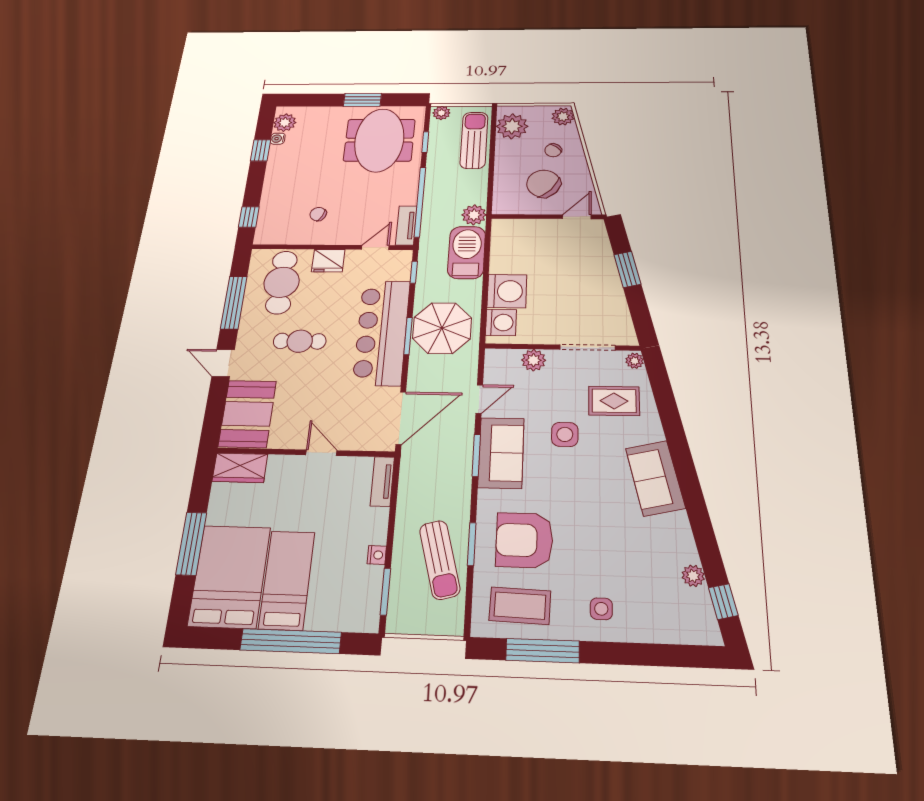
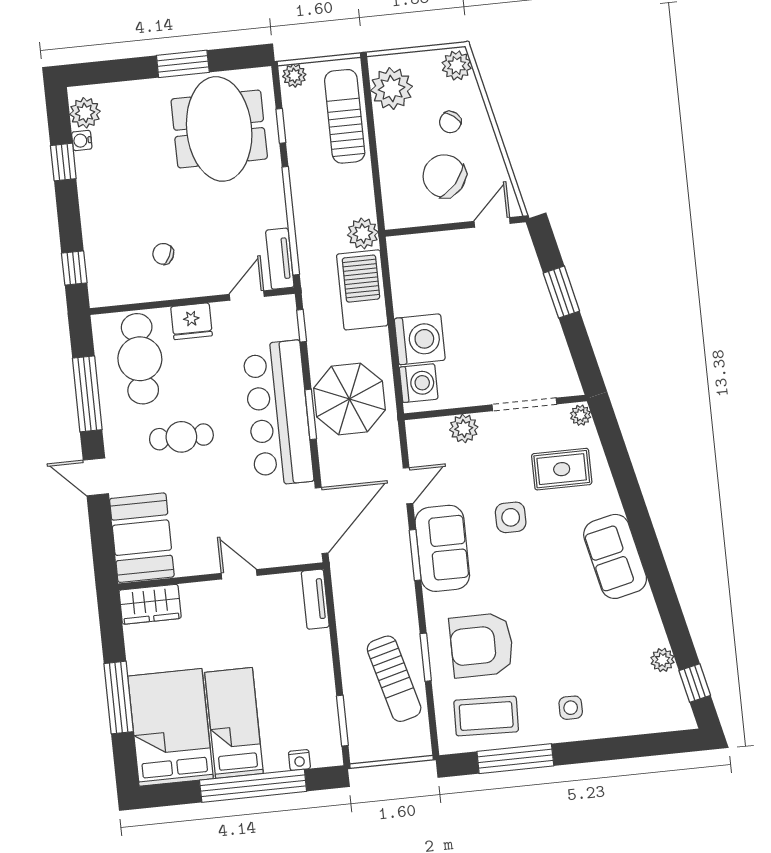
nightstand: (377, 555) -> (299, 760), moved, turned 90

